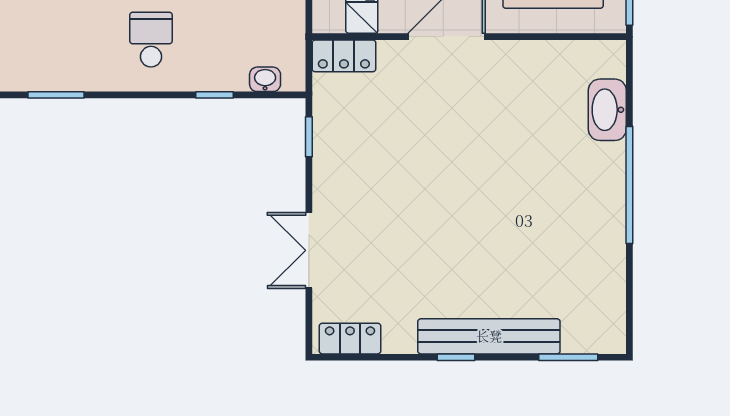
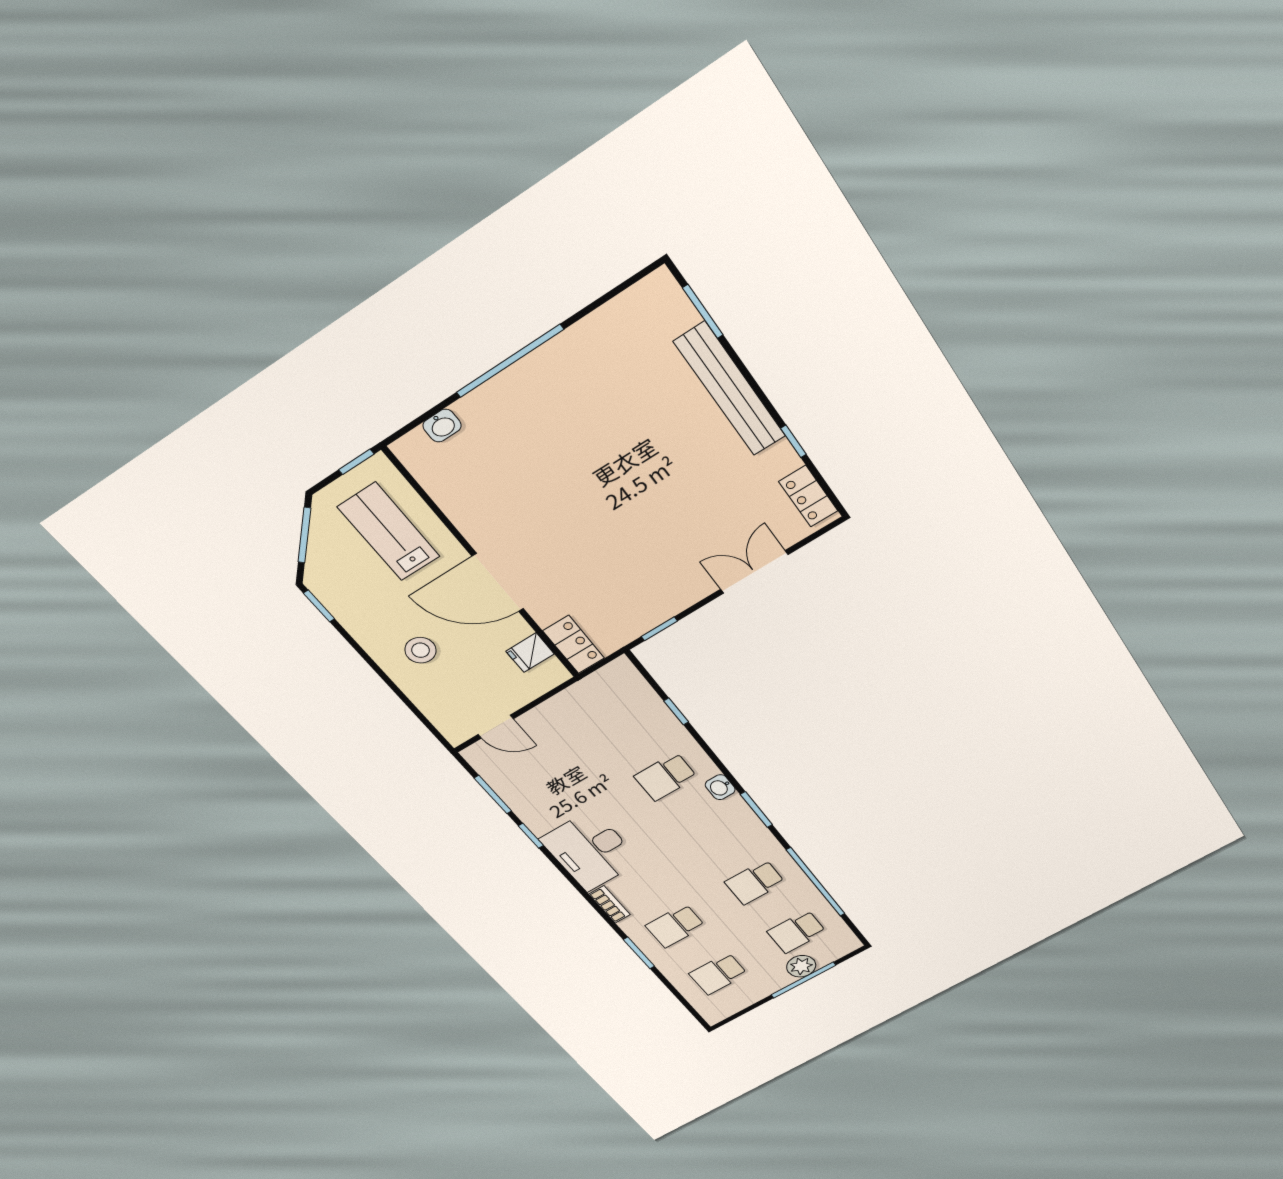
washbasin: (265, 79) -> (720, 787), moved
washbasin: (607, 110) -> (442, 426), width x0.52, depth x0.69
double door: (309, 250) -> (754, 572), swing flipped
window: (456, 357) -> (793, 441), moved

